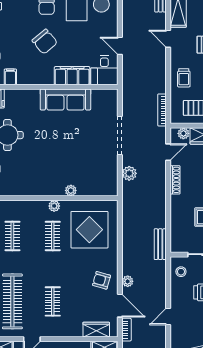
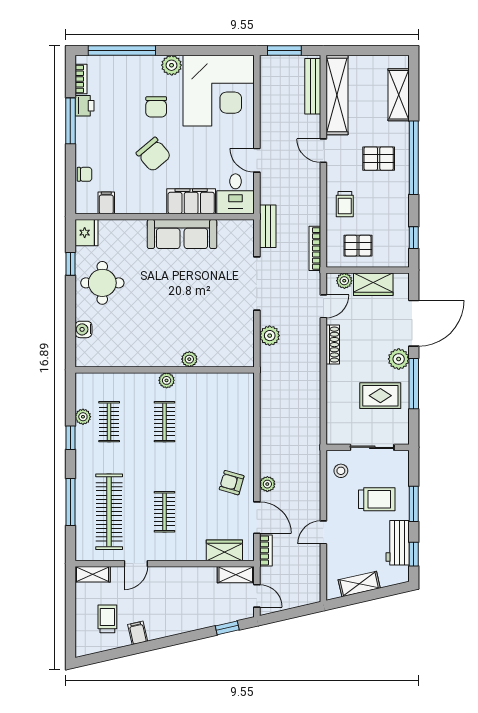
display table: (89, 230) -> (215, 413), removed
bench: (160, 244) -> (268, 226), moved

